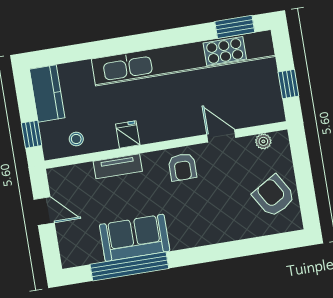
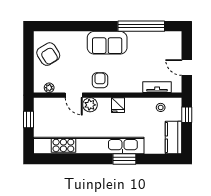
window: (235, 27) -> (124, 159), moved
plant: (192, 124) -> (90, 105), added
fridge: (128, 134) -> (118, 105), moved
tv unit: (118, 166) -> (157, 87), moved
sofa: (135, 238) -> (107, 43), moved

